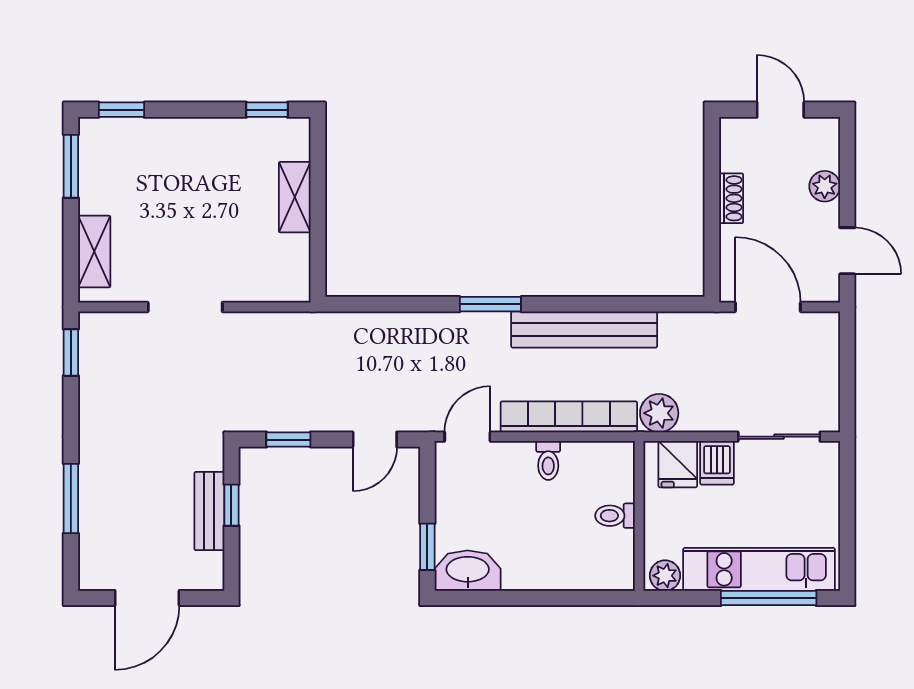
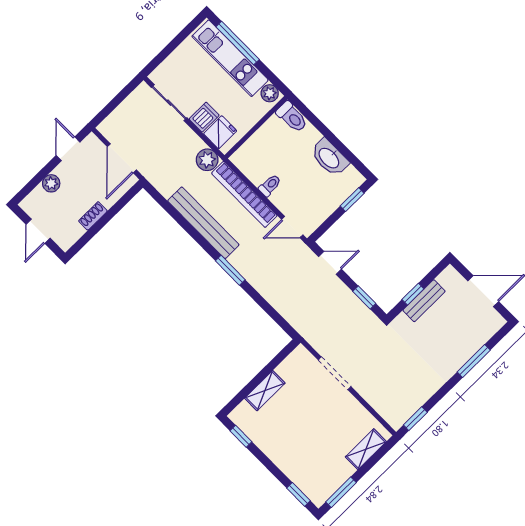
doorway: (185, 307) -> (335, 373), moved
toilet: (615, 516) -> (292, 117), moved, width x1.37, depth x1.39
washbasin: (468, 571) -> (329, 158), moved

